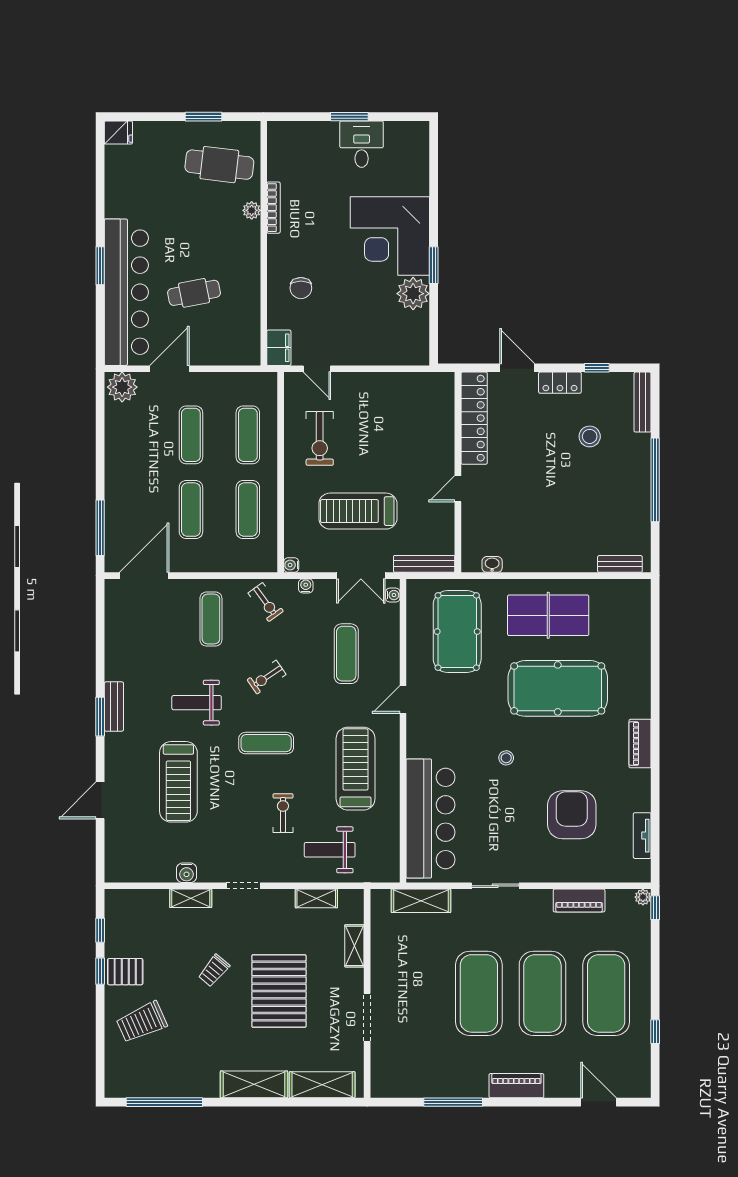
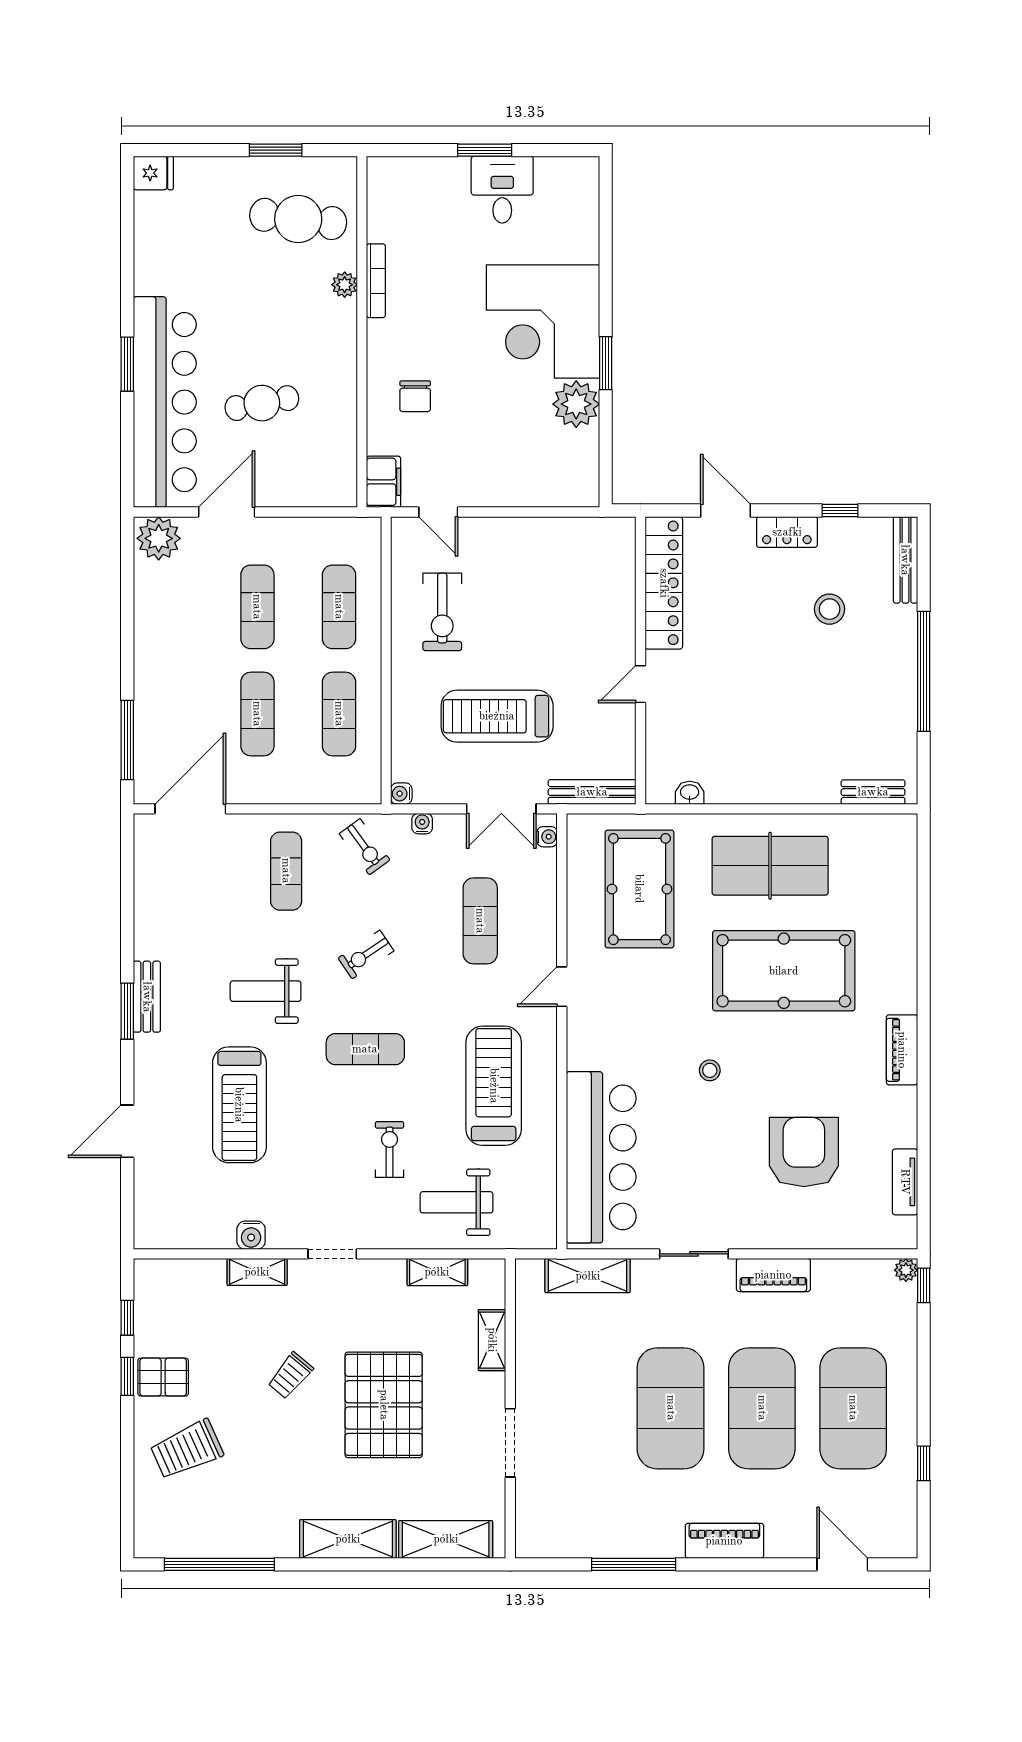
piano: (579, 900) -> (773, 1275), moved

